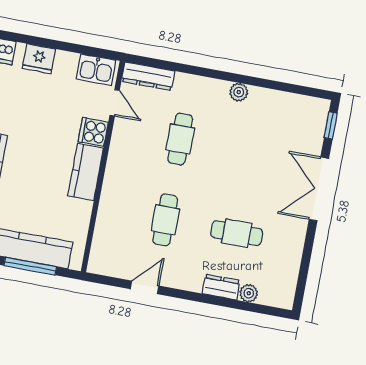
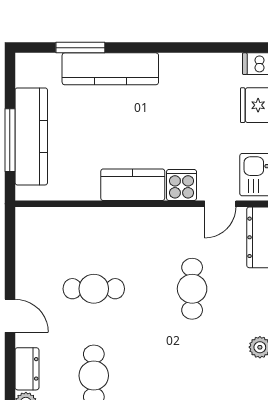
cafe table: (180, 139) -> (192, 289), turned 90
door: (145, 287) -> (10, 316), moved

